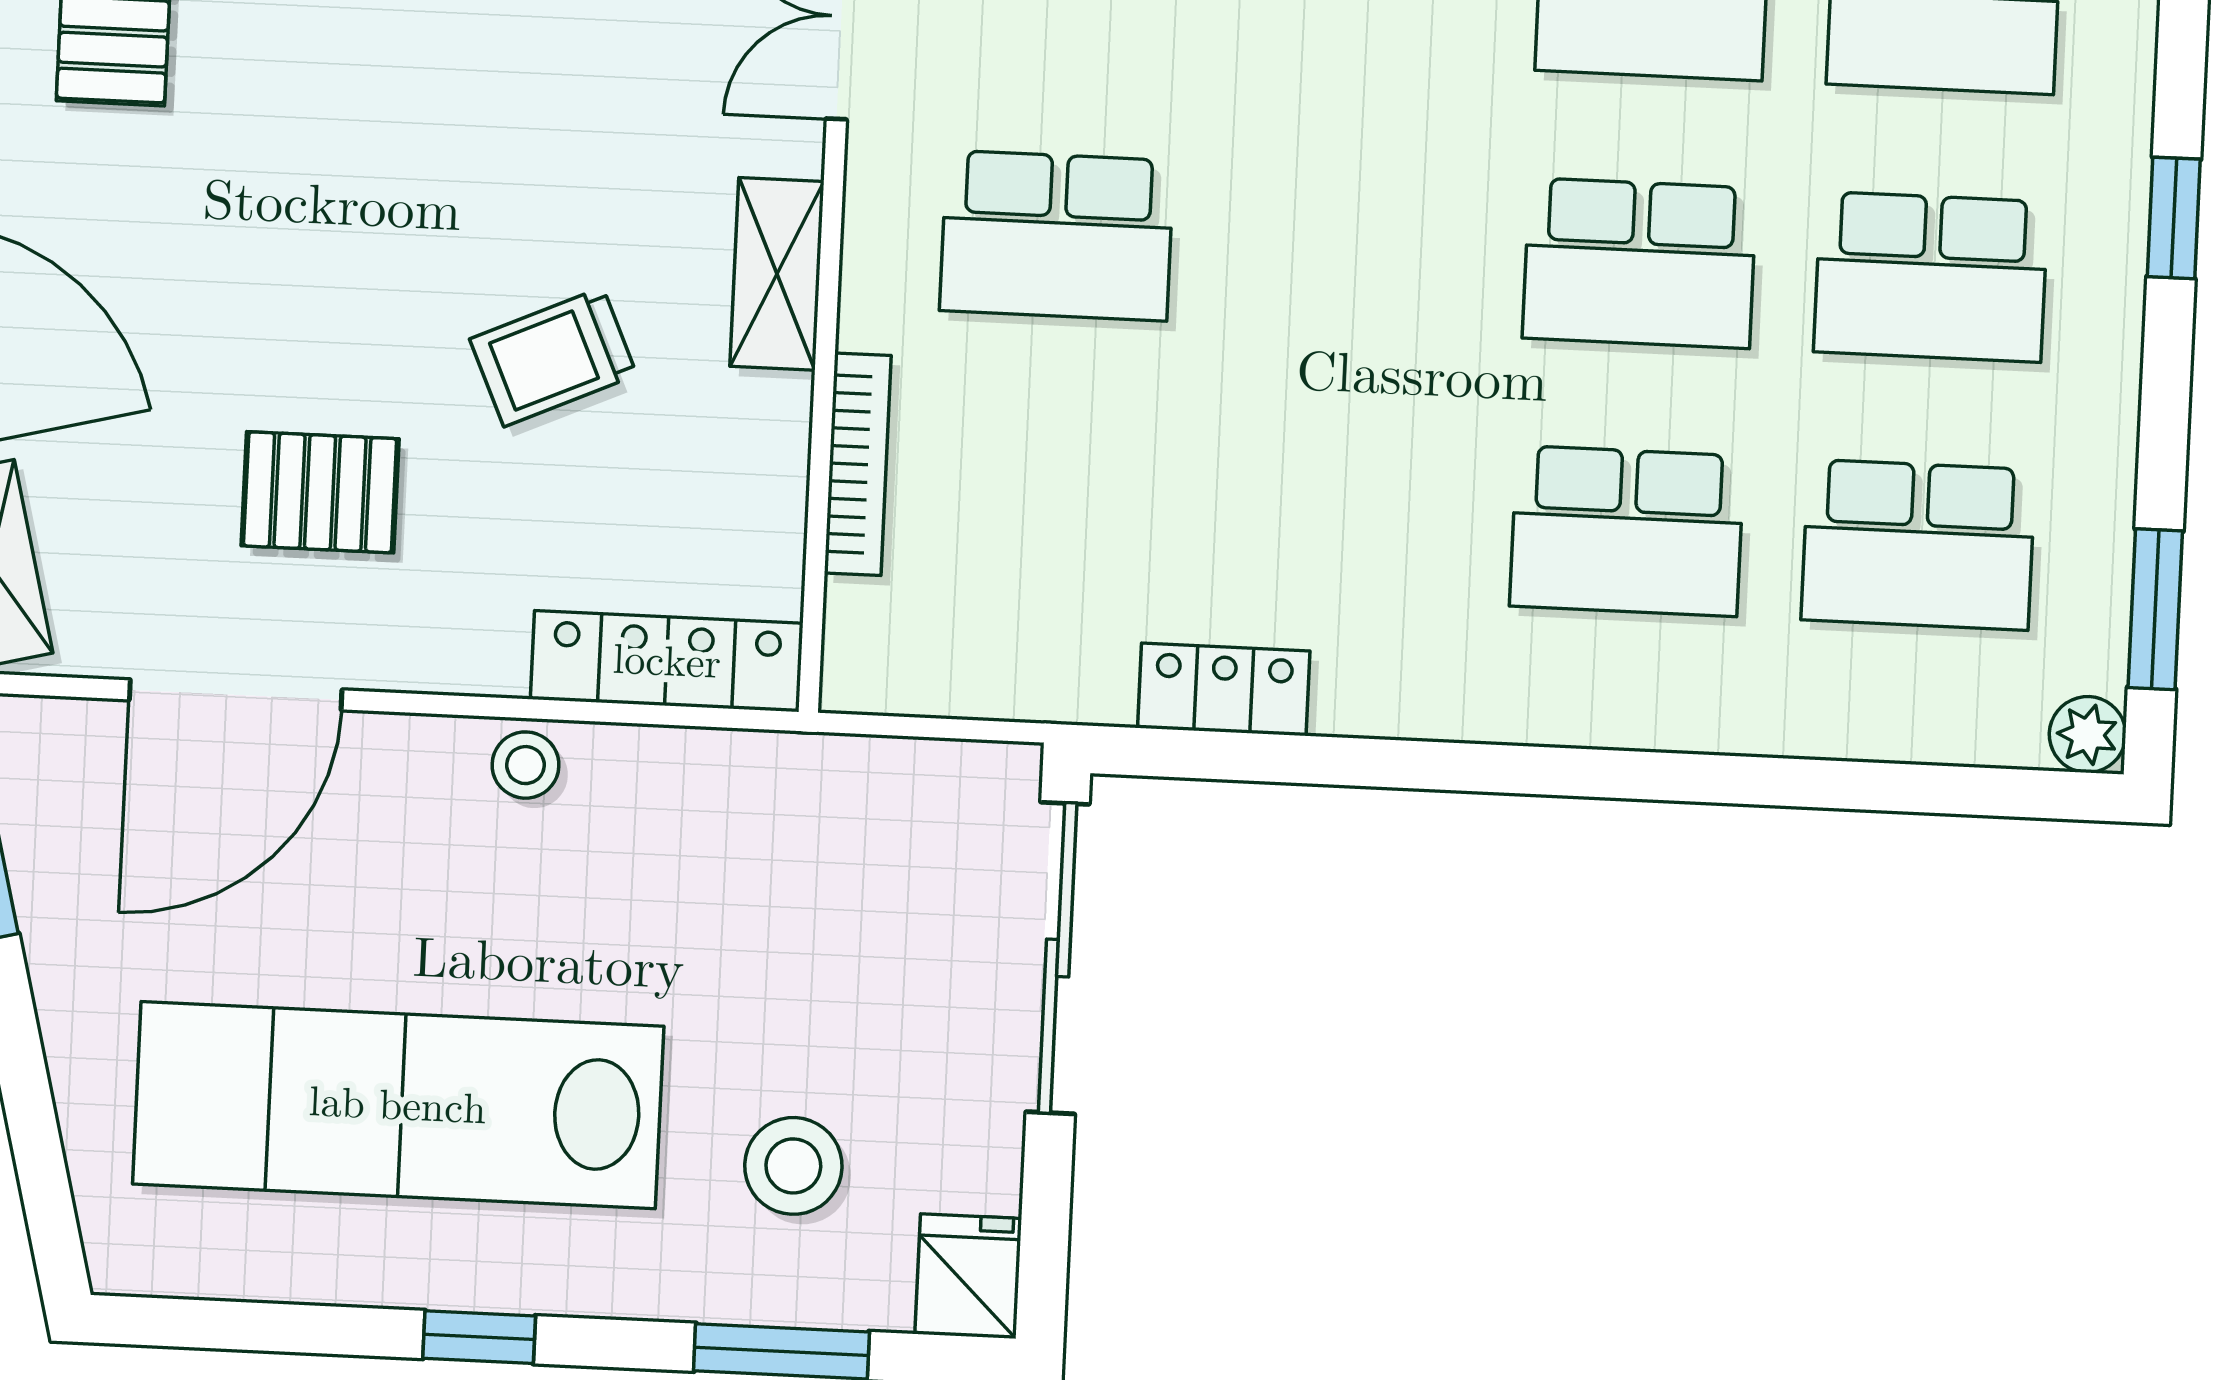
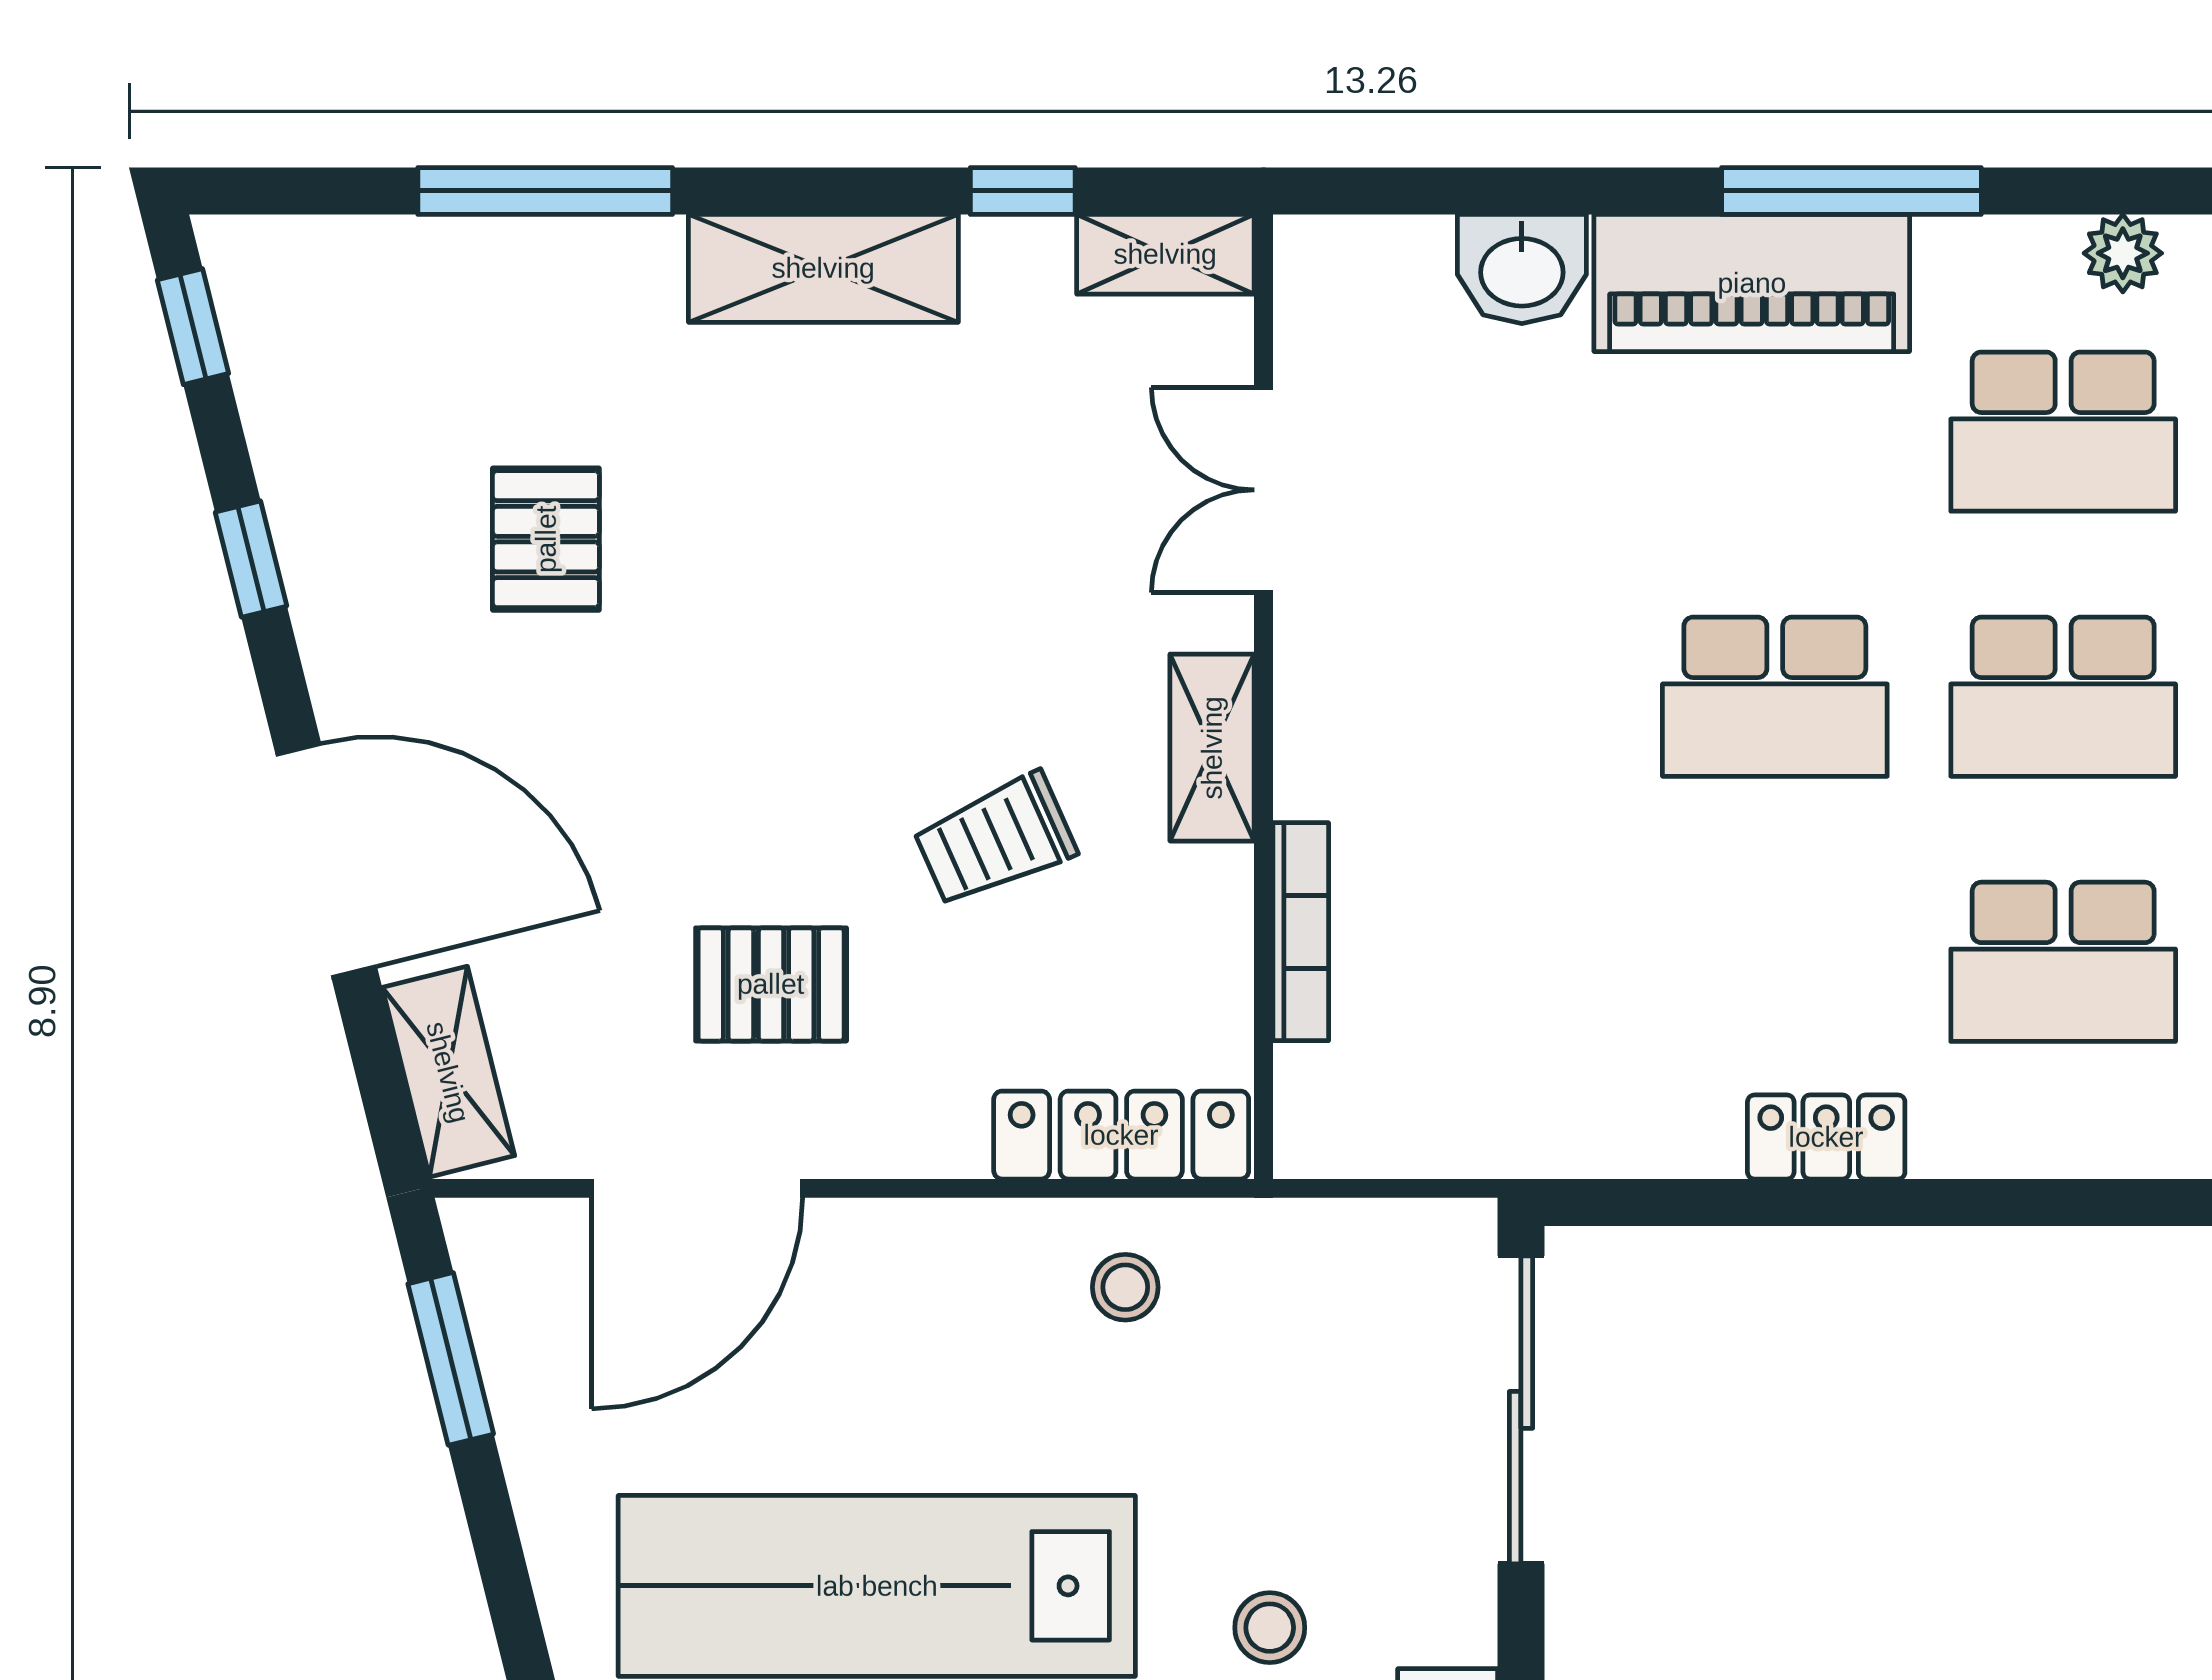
school desk: (1057, 236) -> (1775, 697), moved
locker: (1224, 689) -> (1826, 1137), moved
stool: (525, 765) -> (1125, 1287), moved
stool: (793, 1166) -> (1270, 1628), width x0.73, depth x0.73

